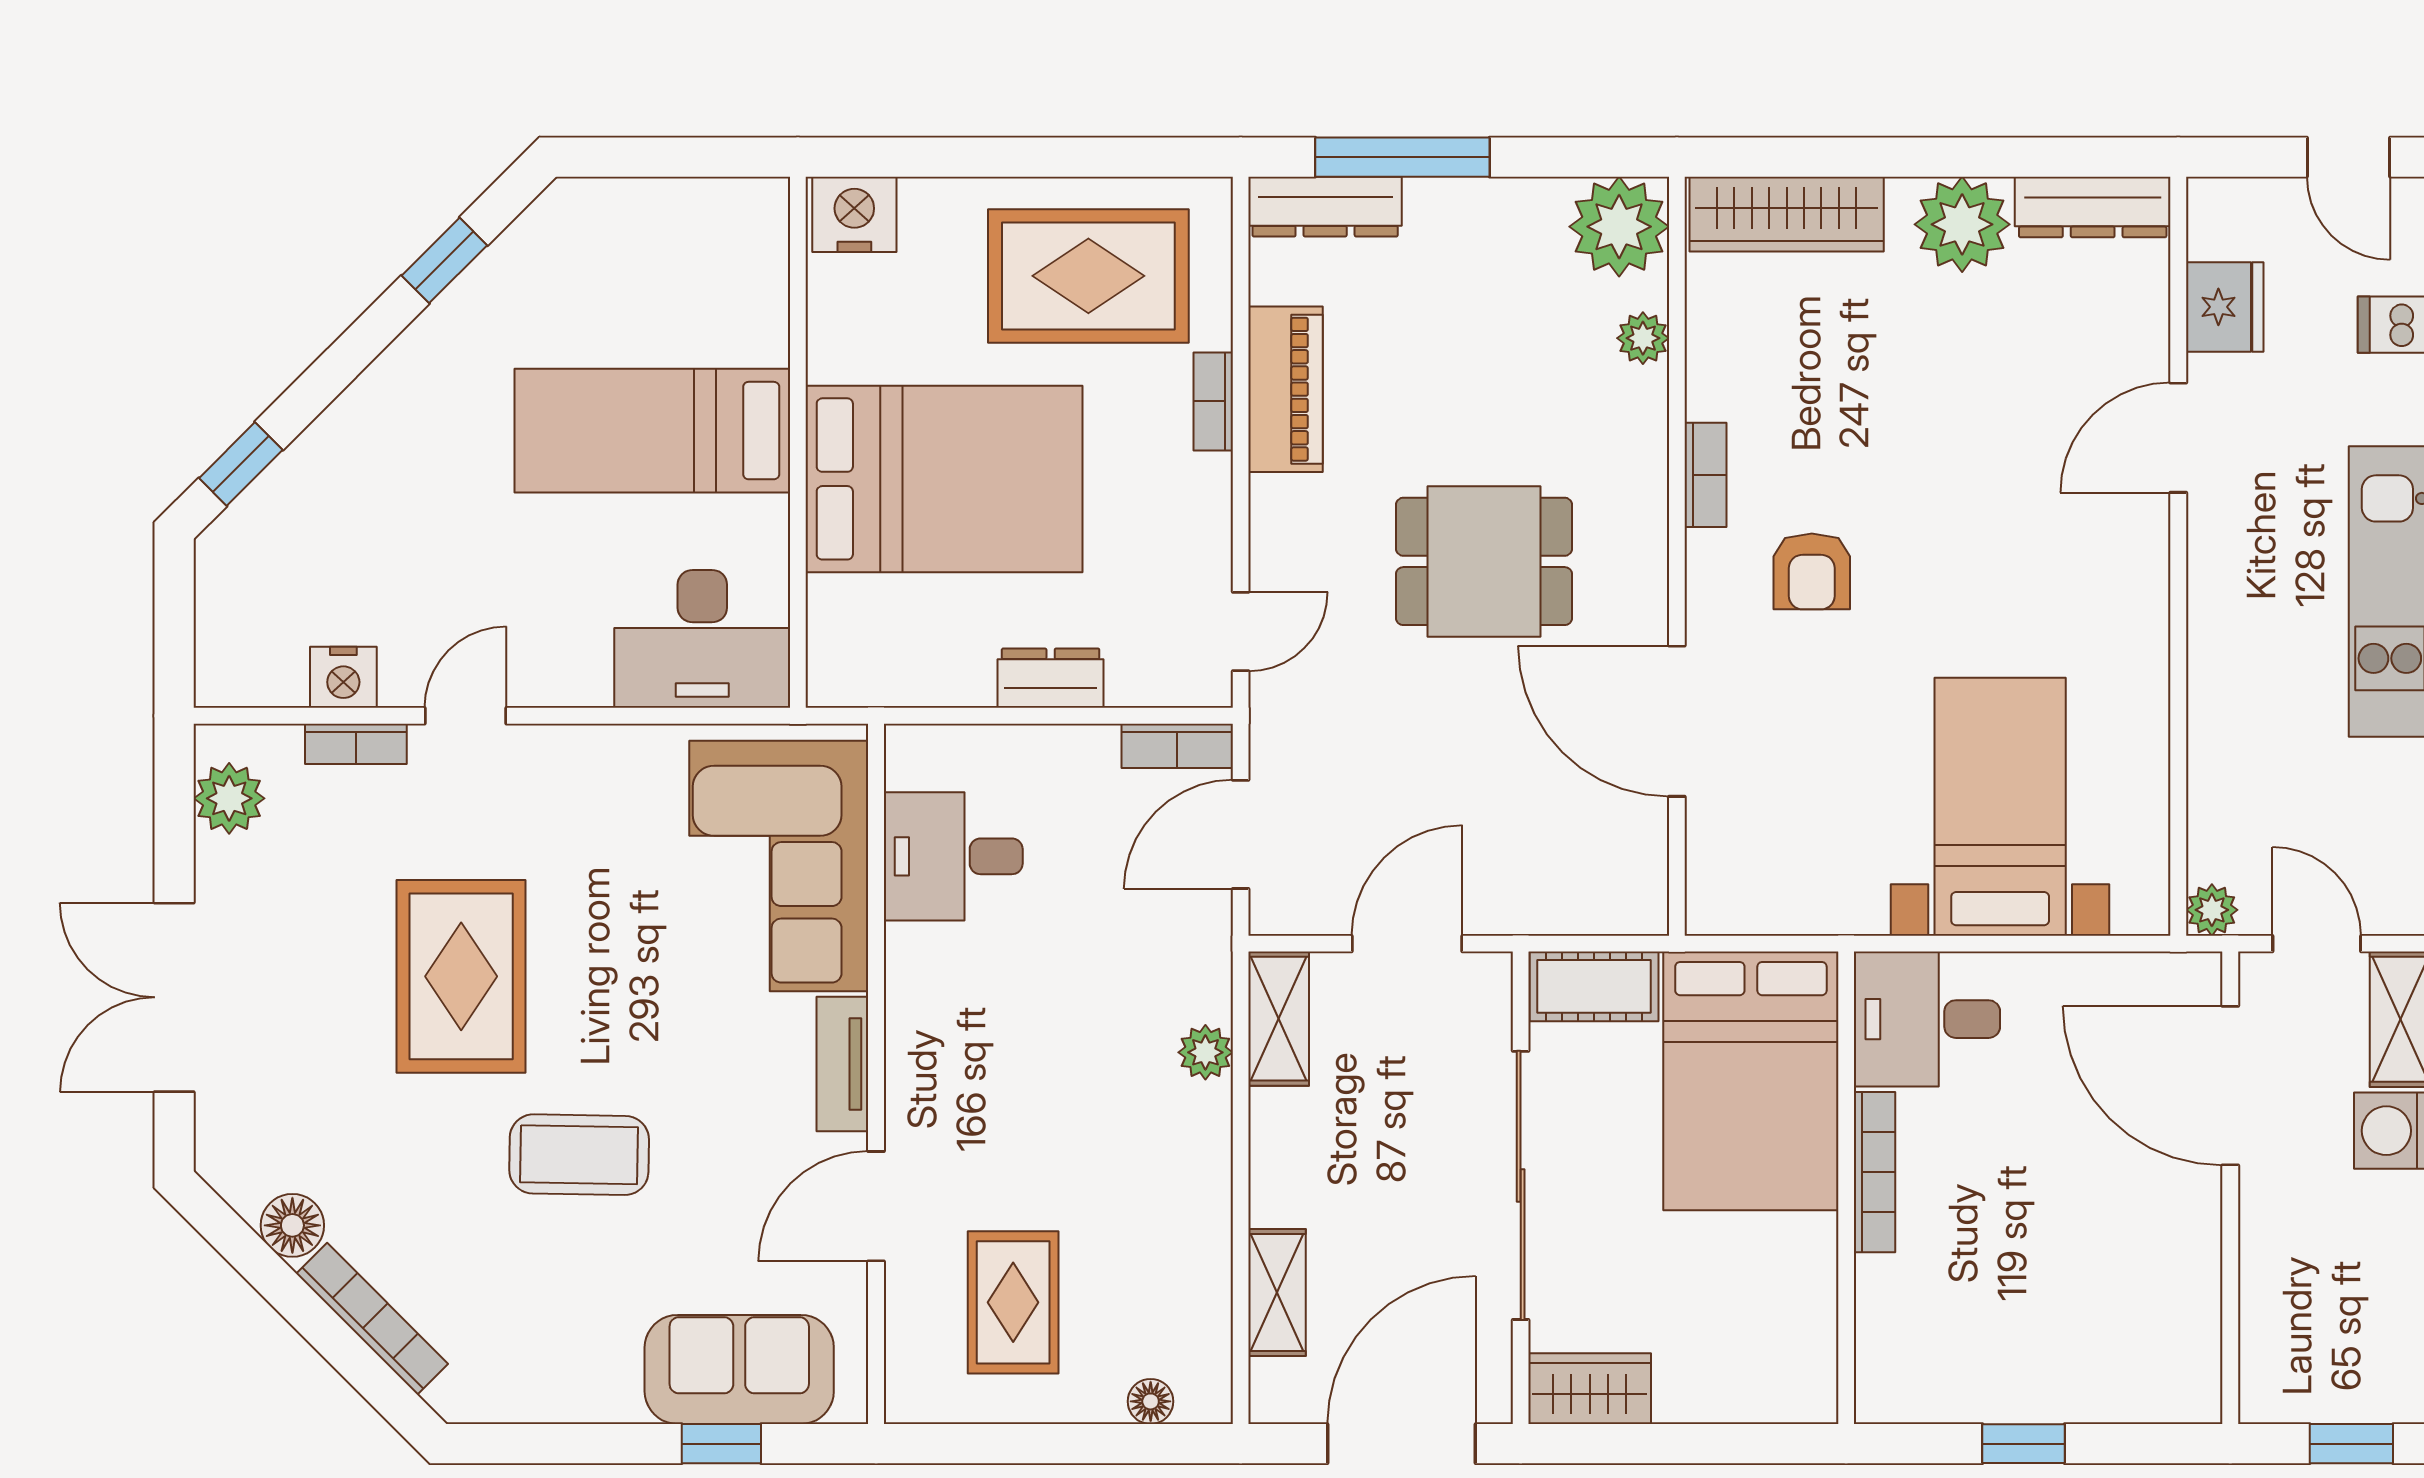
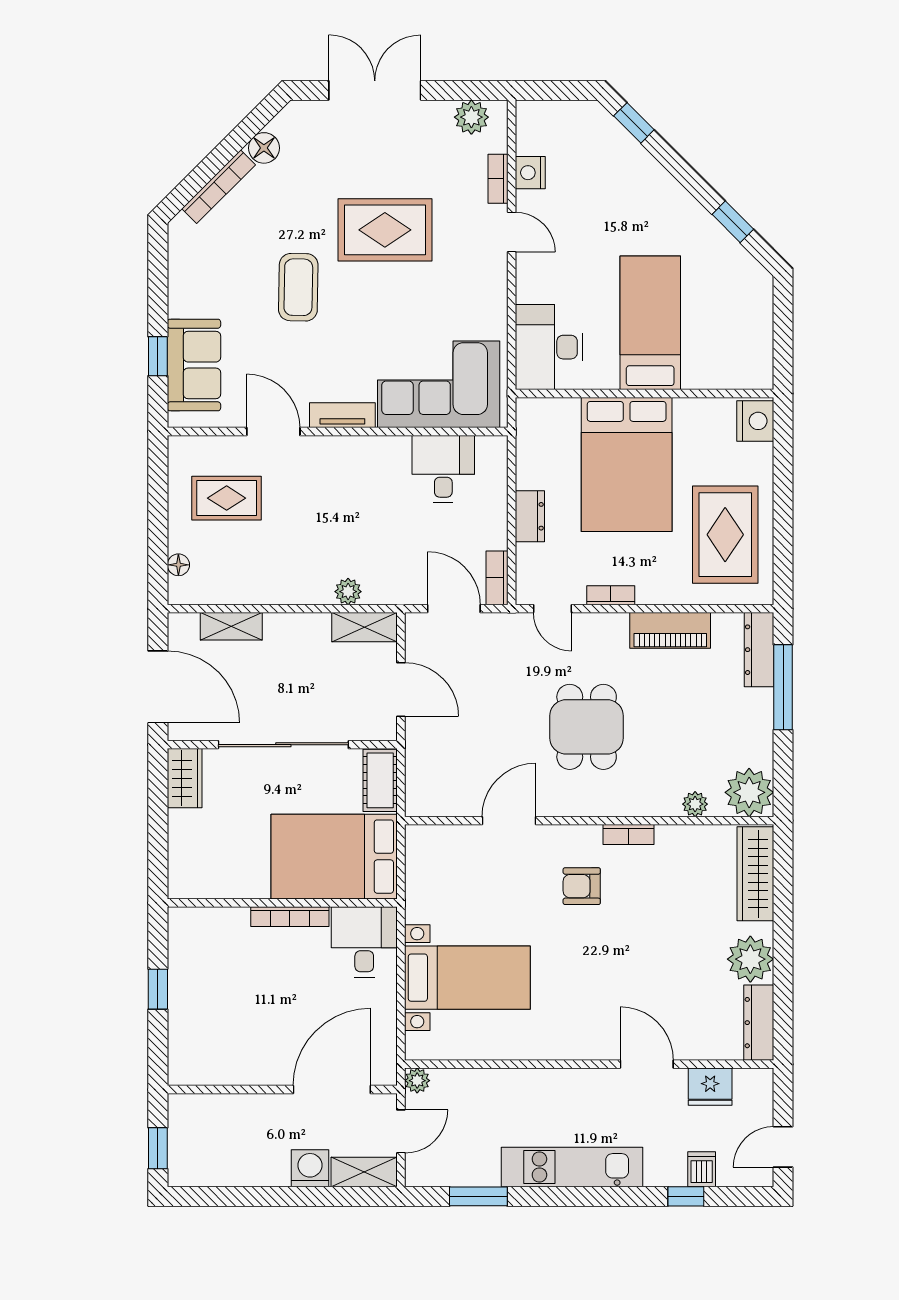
bookcase: (1213, 401) -> (611, 595), moved
door: (1677, 721) -> (509, 821), width x0.73

